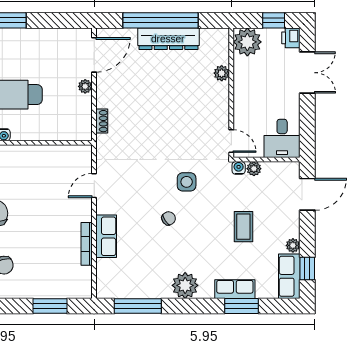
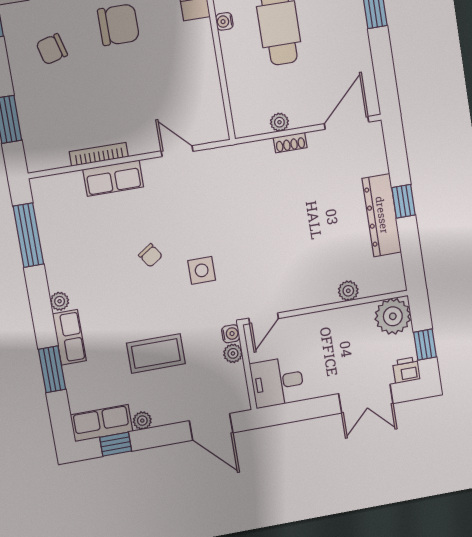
window: (161, 20) -> (404, 201), width x0.32
door: (94, 55) -> (347, 123), swing flipped
plant: (85, 86) -> (279, 122), moved
shoe rack: (102, 121) -> (290, 143), moved
coffee table: (243, 227) -> (156, 353), width x1.36, depth x1.30
plant: (185, 285) -> (60, 301), width x0.53, depth x0.53
row of seats: (235, 289) -> (69, 337), moved

